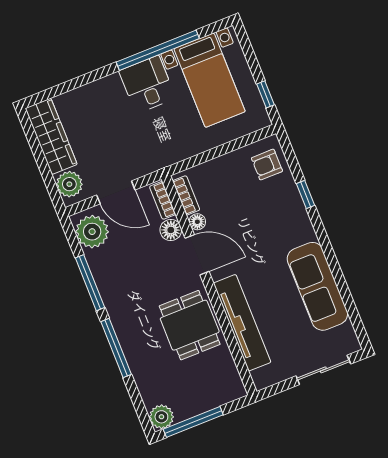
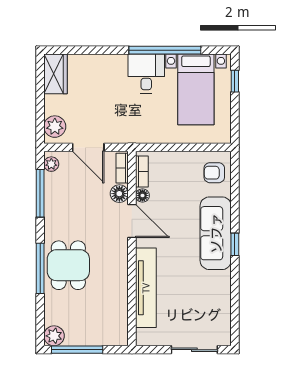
window: (265, 94) -> (235, 81), moved
wardrobe: (51, 136) -> (56, 74), width x0.67
window: (306, 195) -> (235, 244), moved
plant: (92, 232) -> (51, 164), width x0.53, depth x0.53
window: (90, 283) -> (40, 193), moved
sofa: (317, 286) -> (216, 233), moved
dining table: (190, 325) -> (68, 265), moved

